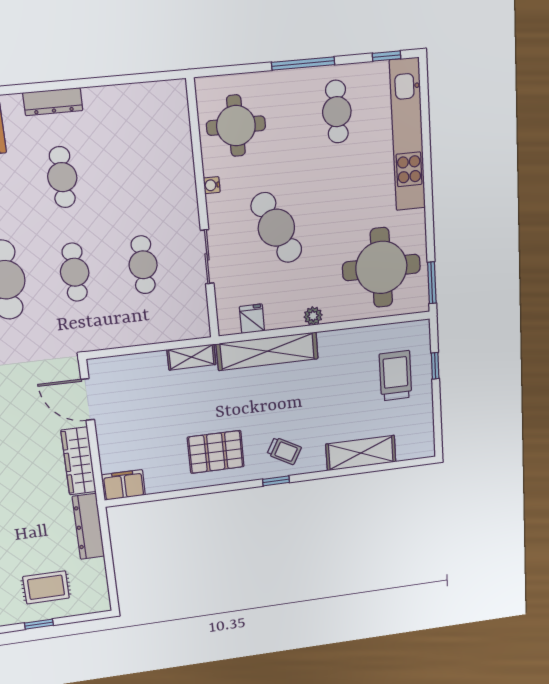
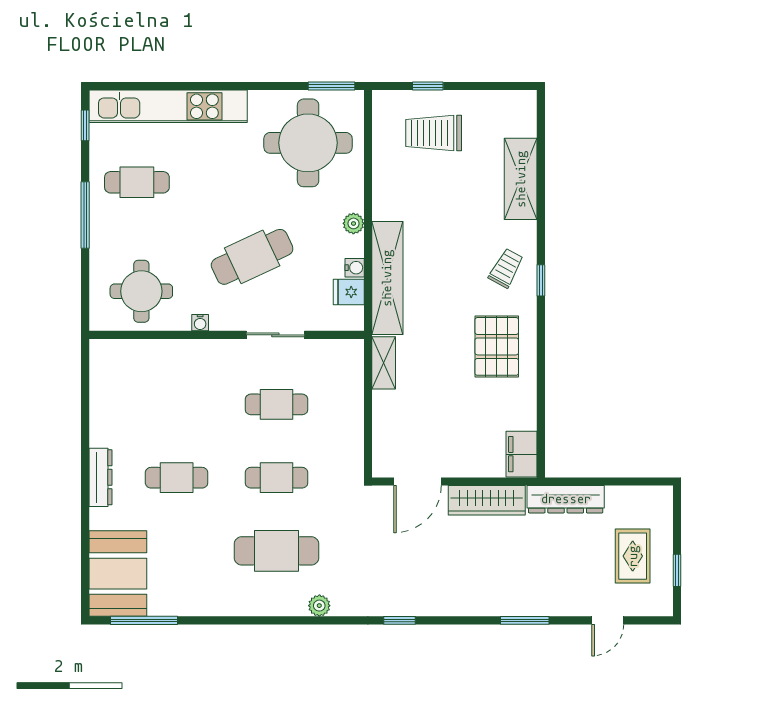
water cooler: (274, 321) -> (355, 268), added

